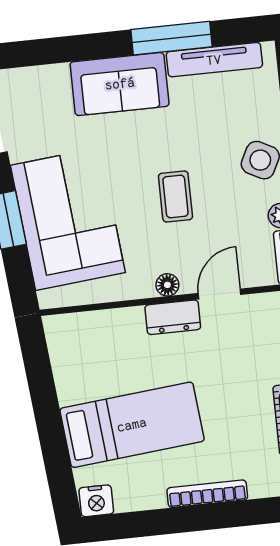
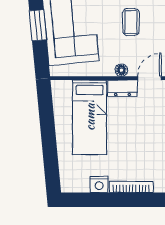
bed: (132, 425) -> (90, 117), moved, turned 95
nightstand: (96, 501) -> (99, 184), moved

